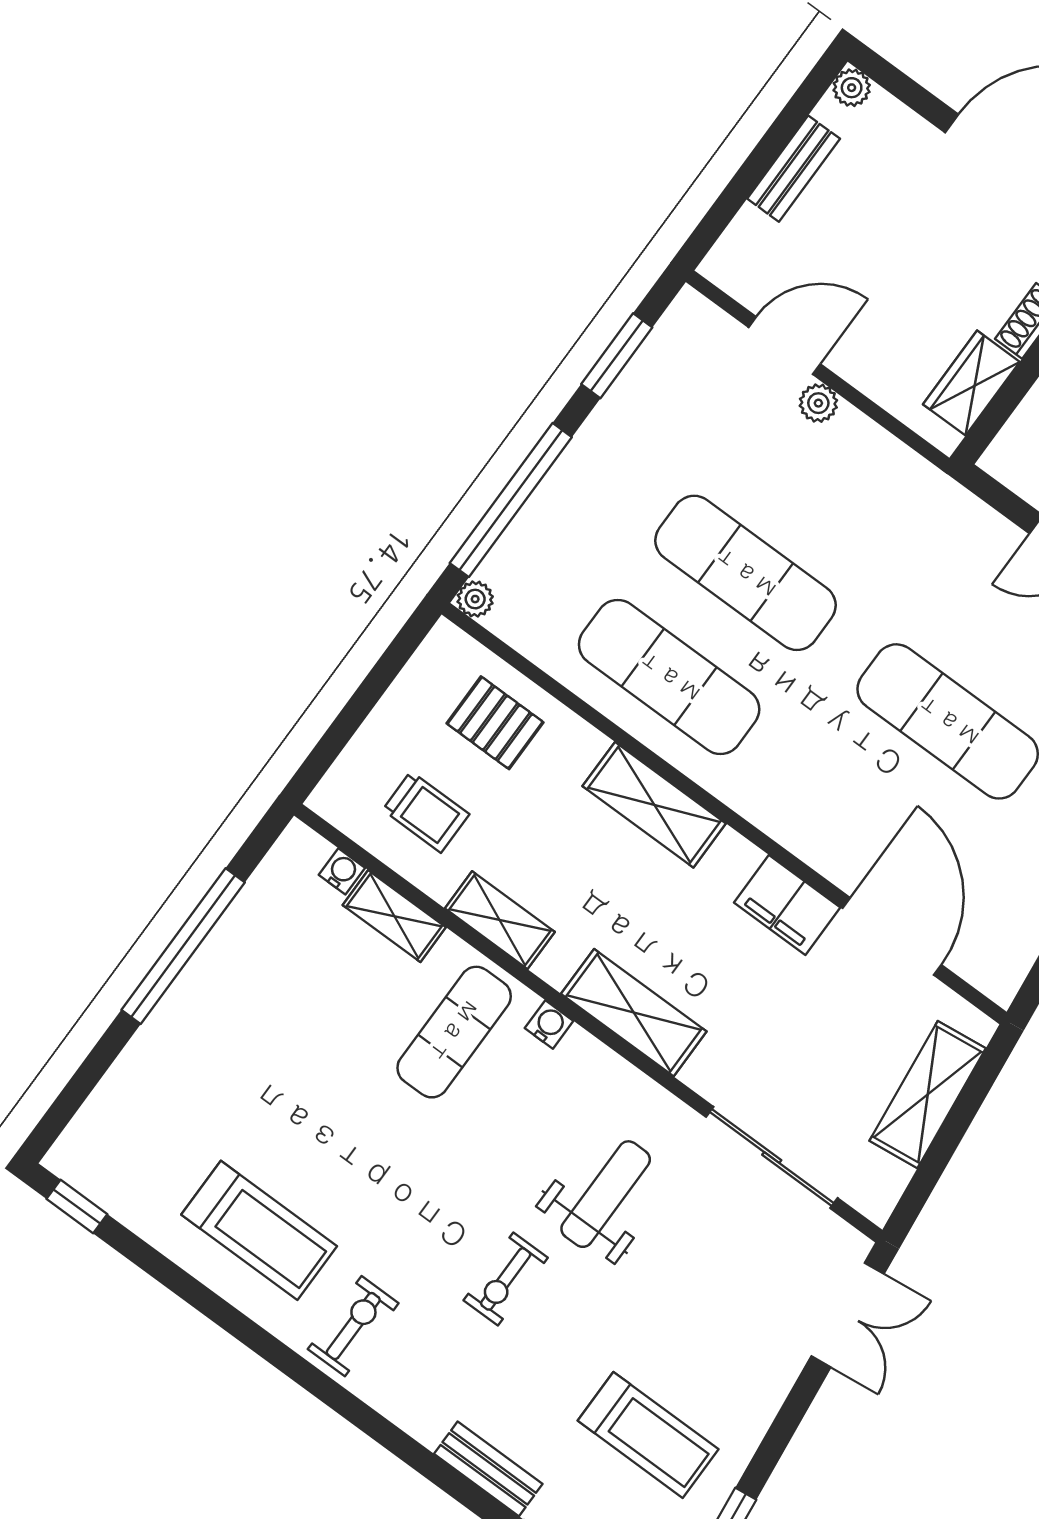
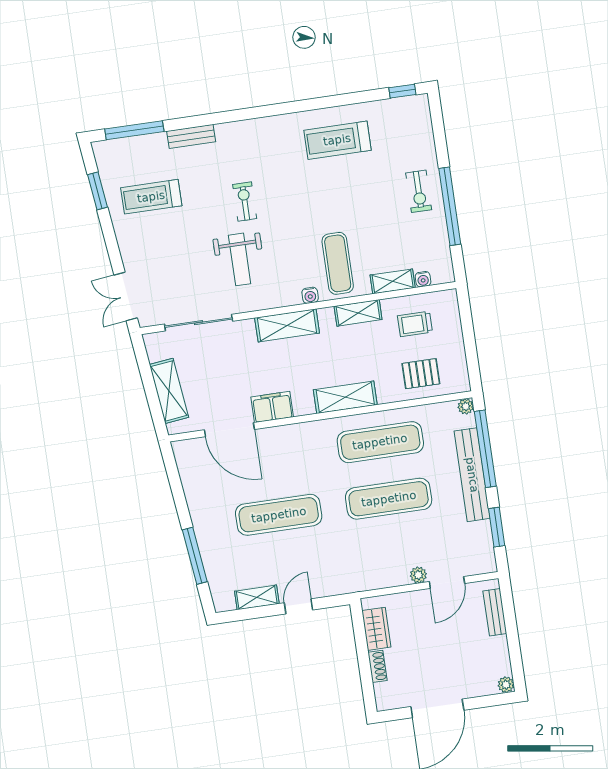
bench: (794, 169) -> (495, 612), moved
bench: (573, 479) -> (472, 475), added
exercise bike: (353, 1326) -> (419, 191), moved

